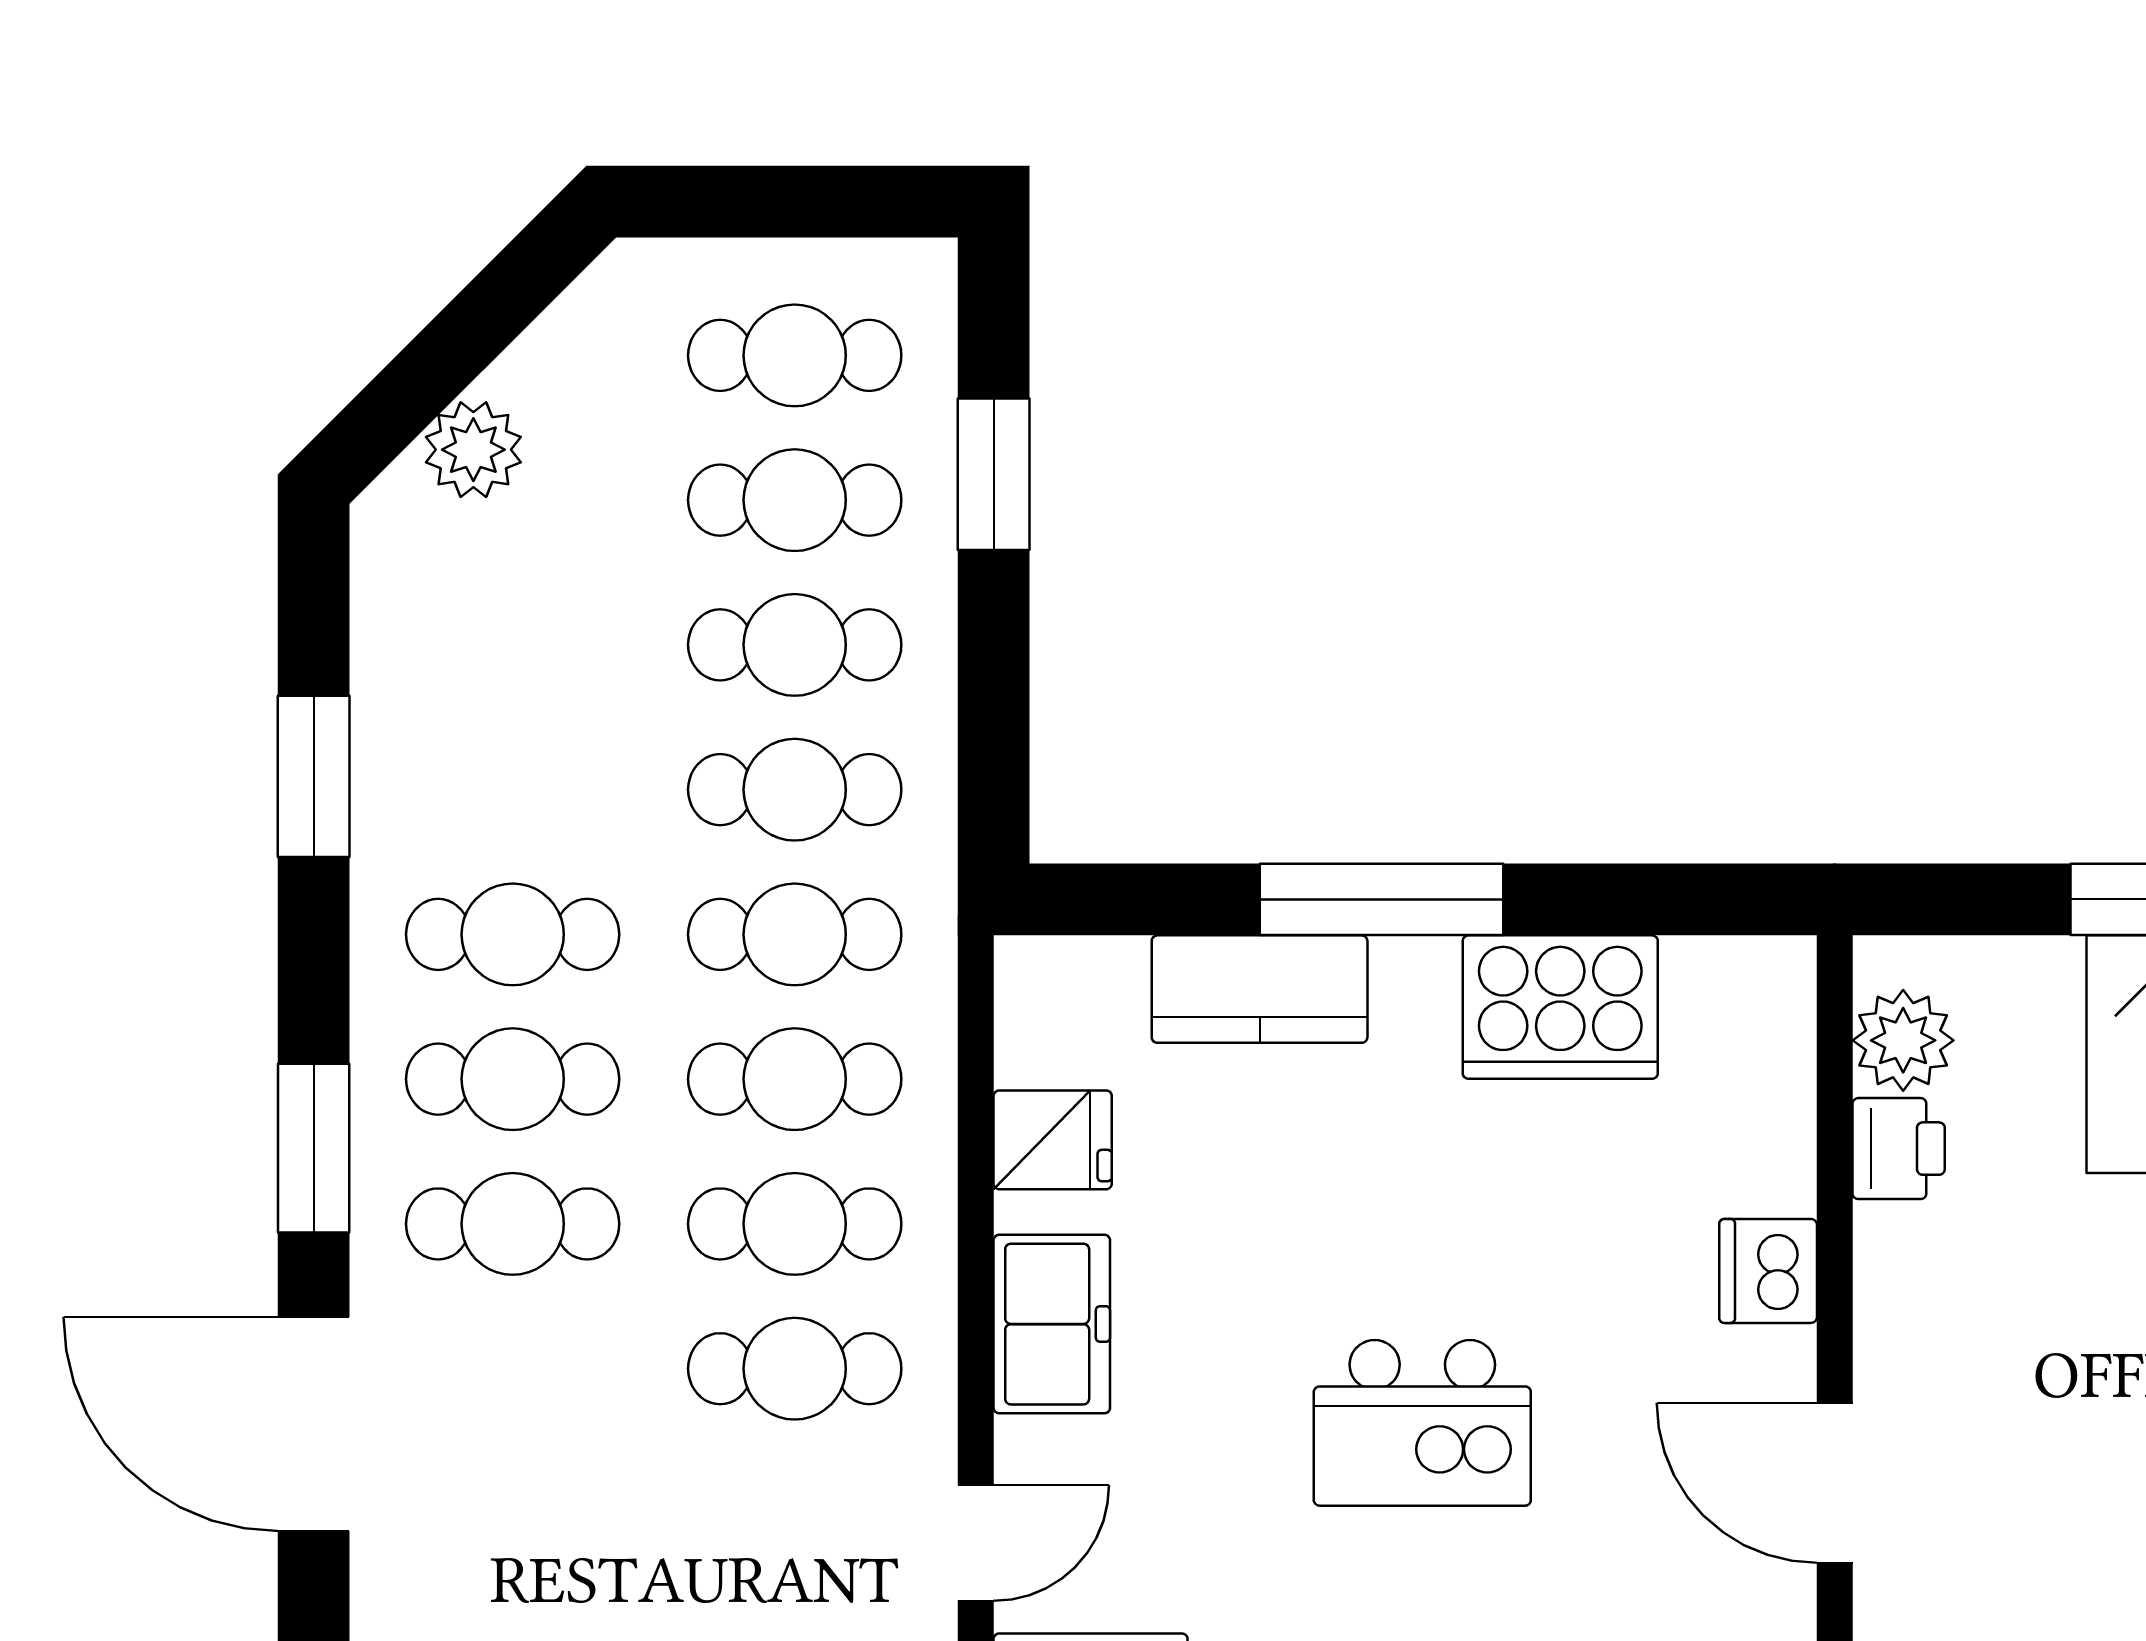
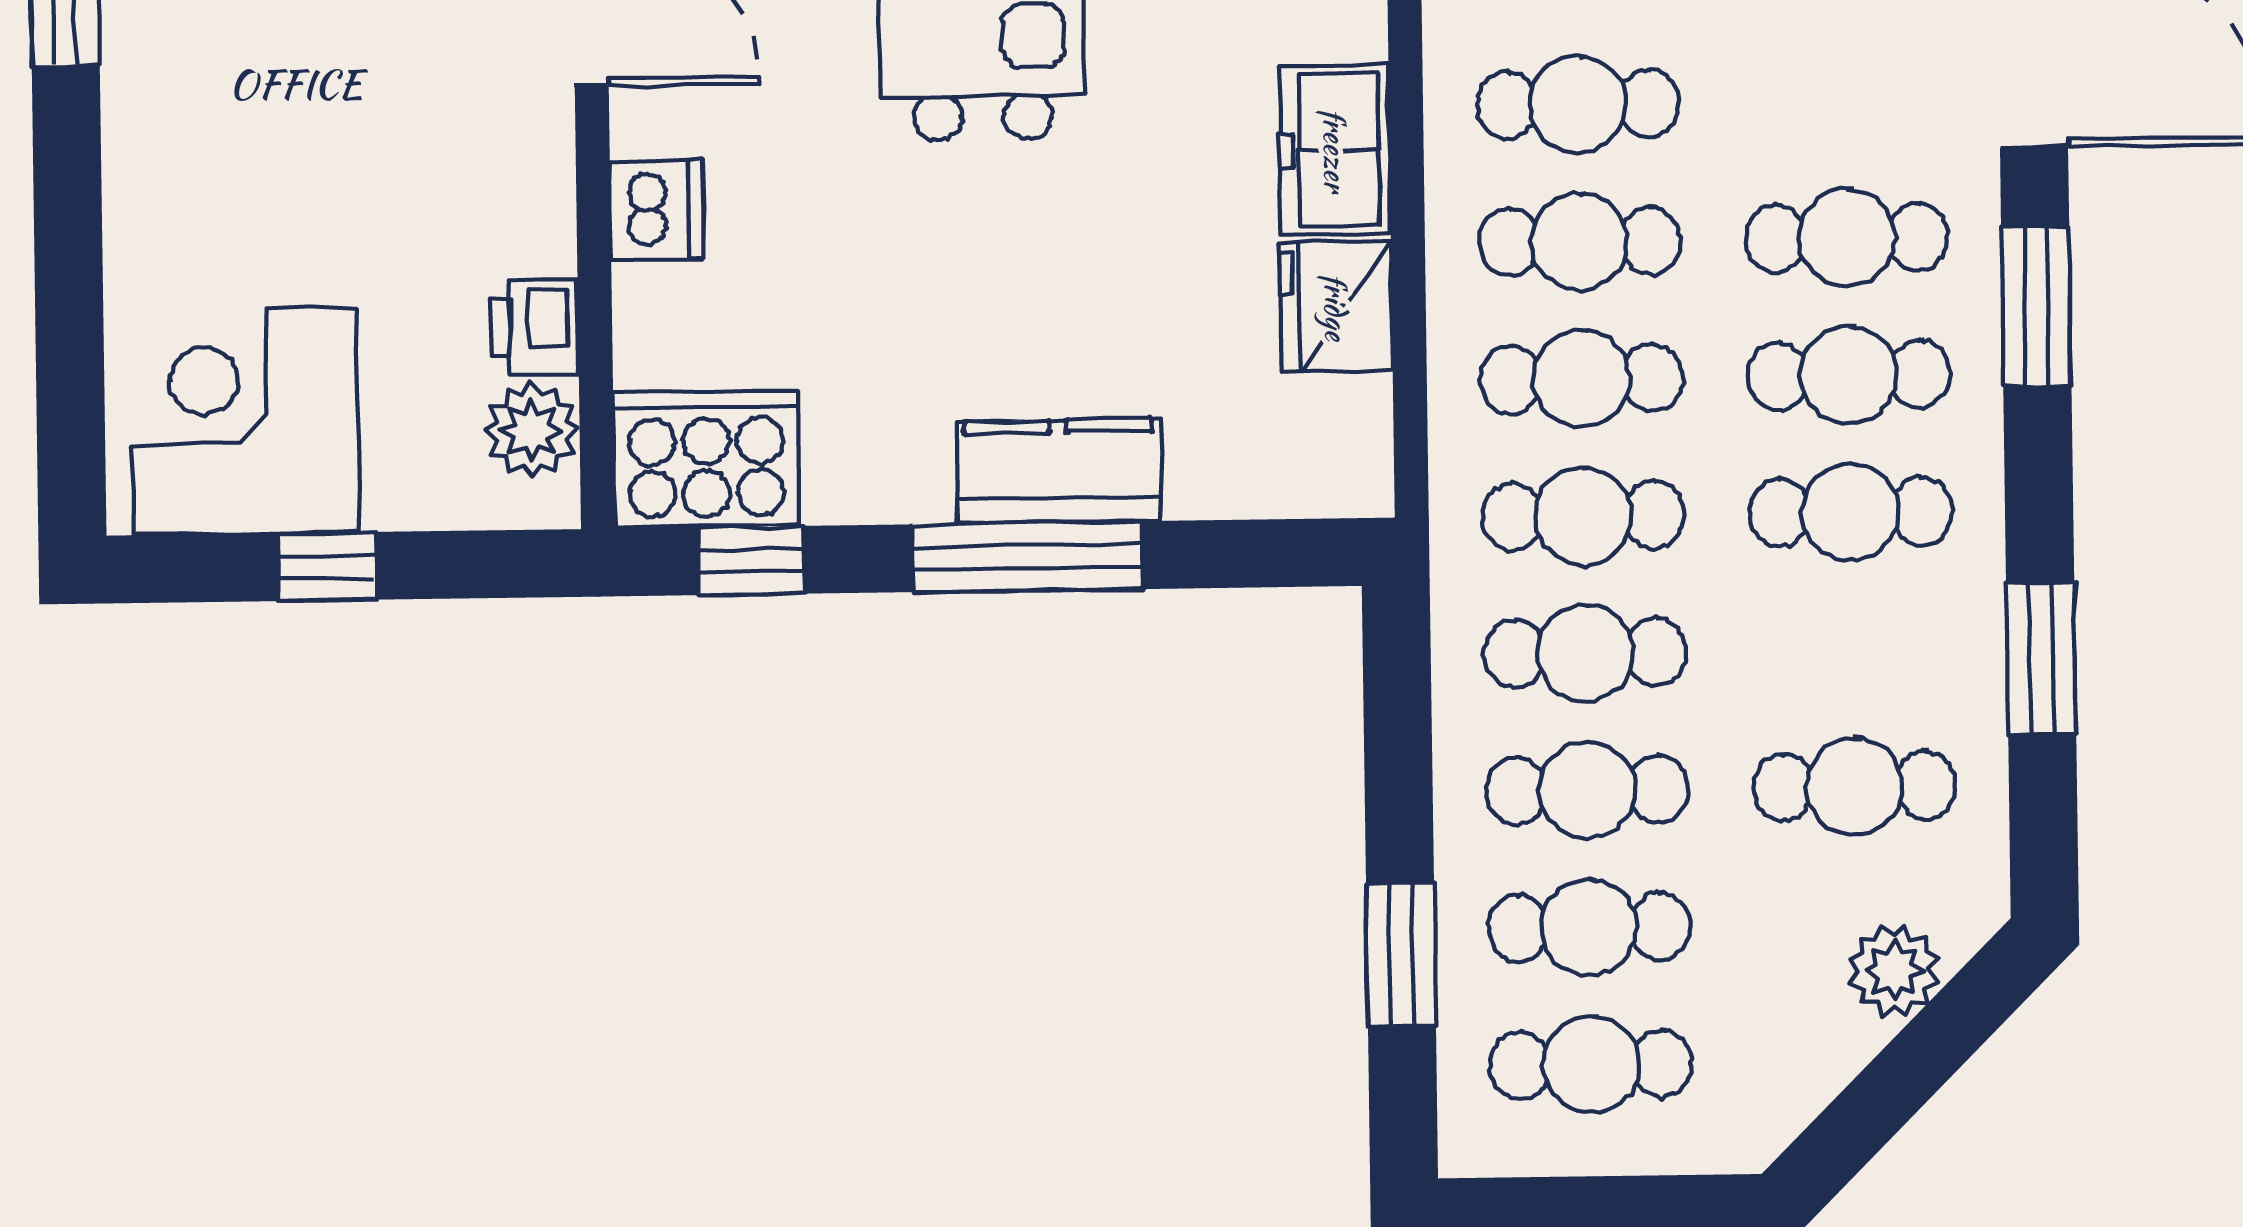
cafe table: (513, 645) -> (1854, 786), added
window: (1674, 899) -> (751, 561), added
kitchen counter: (1260, 989) -> (1058, 471), moved
cooker: (1560, 1007) -> (706, 459), moved
fridge: (1053, 1140) -> (1336, 307), width x1.38

